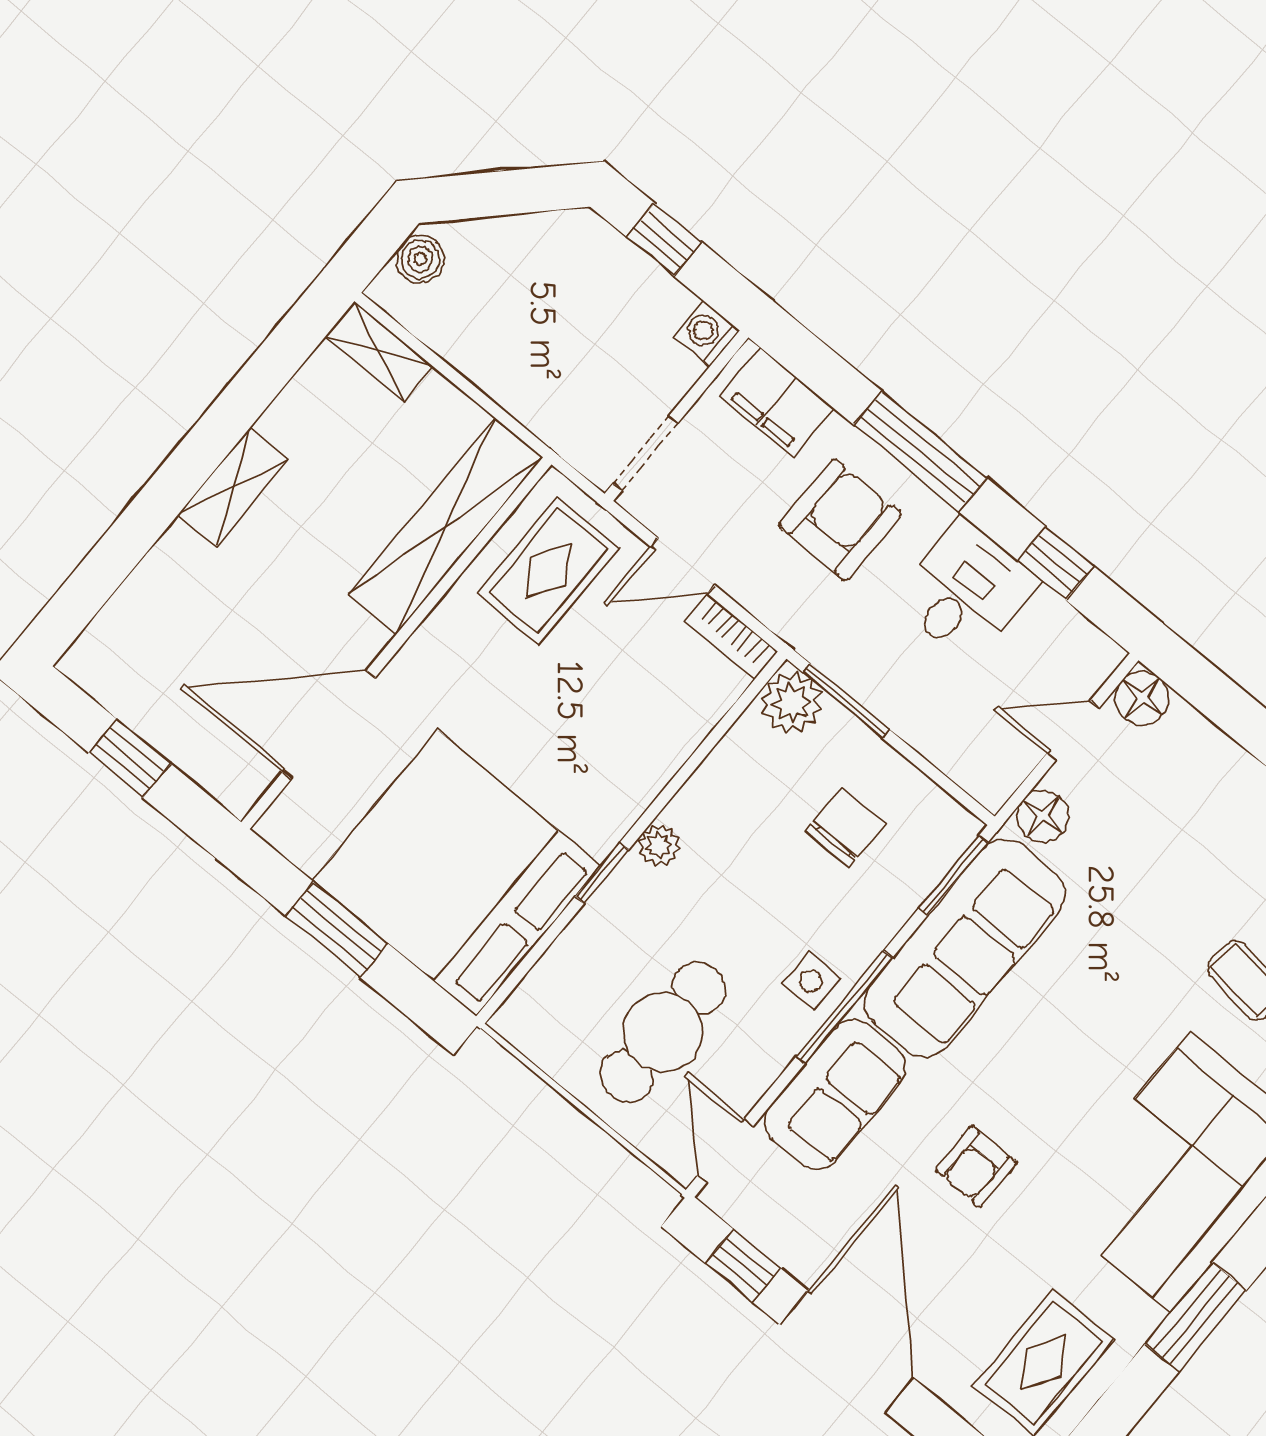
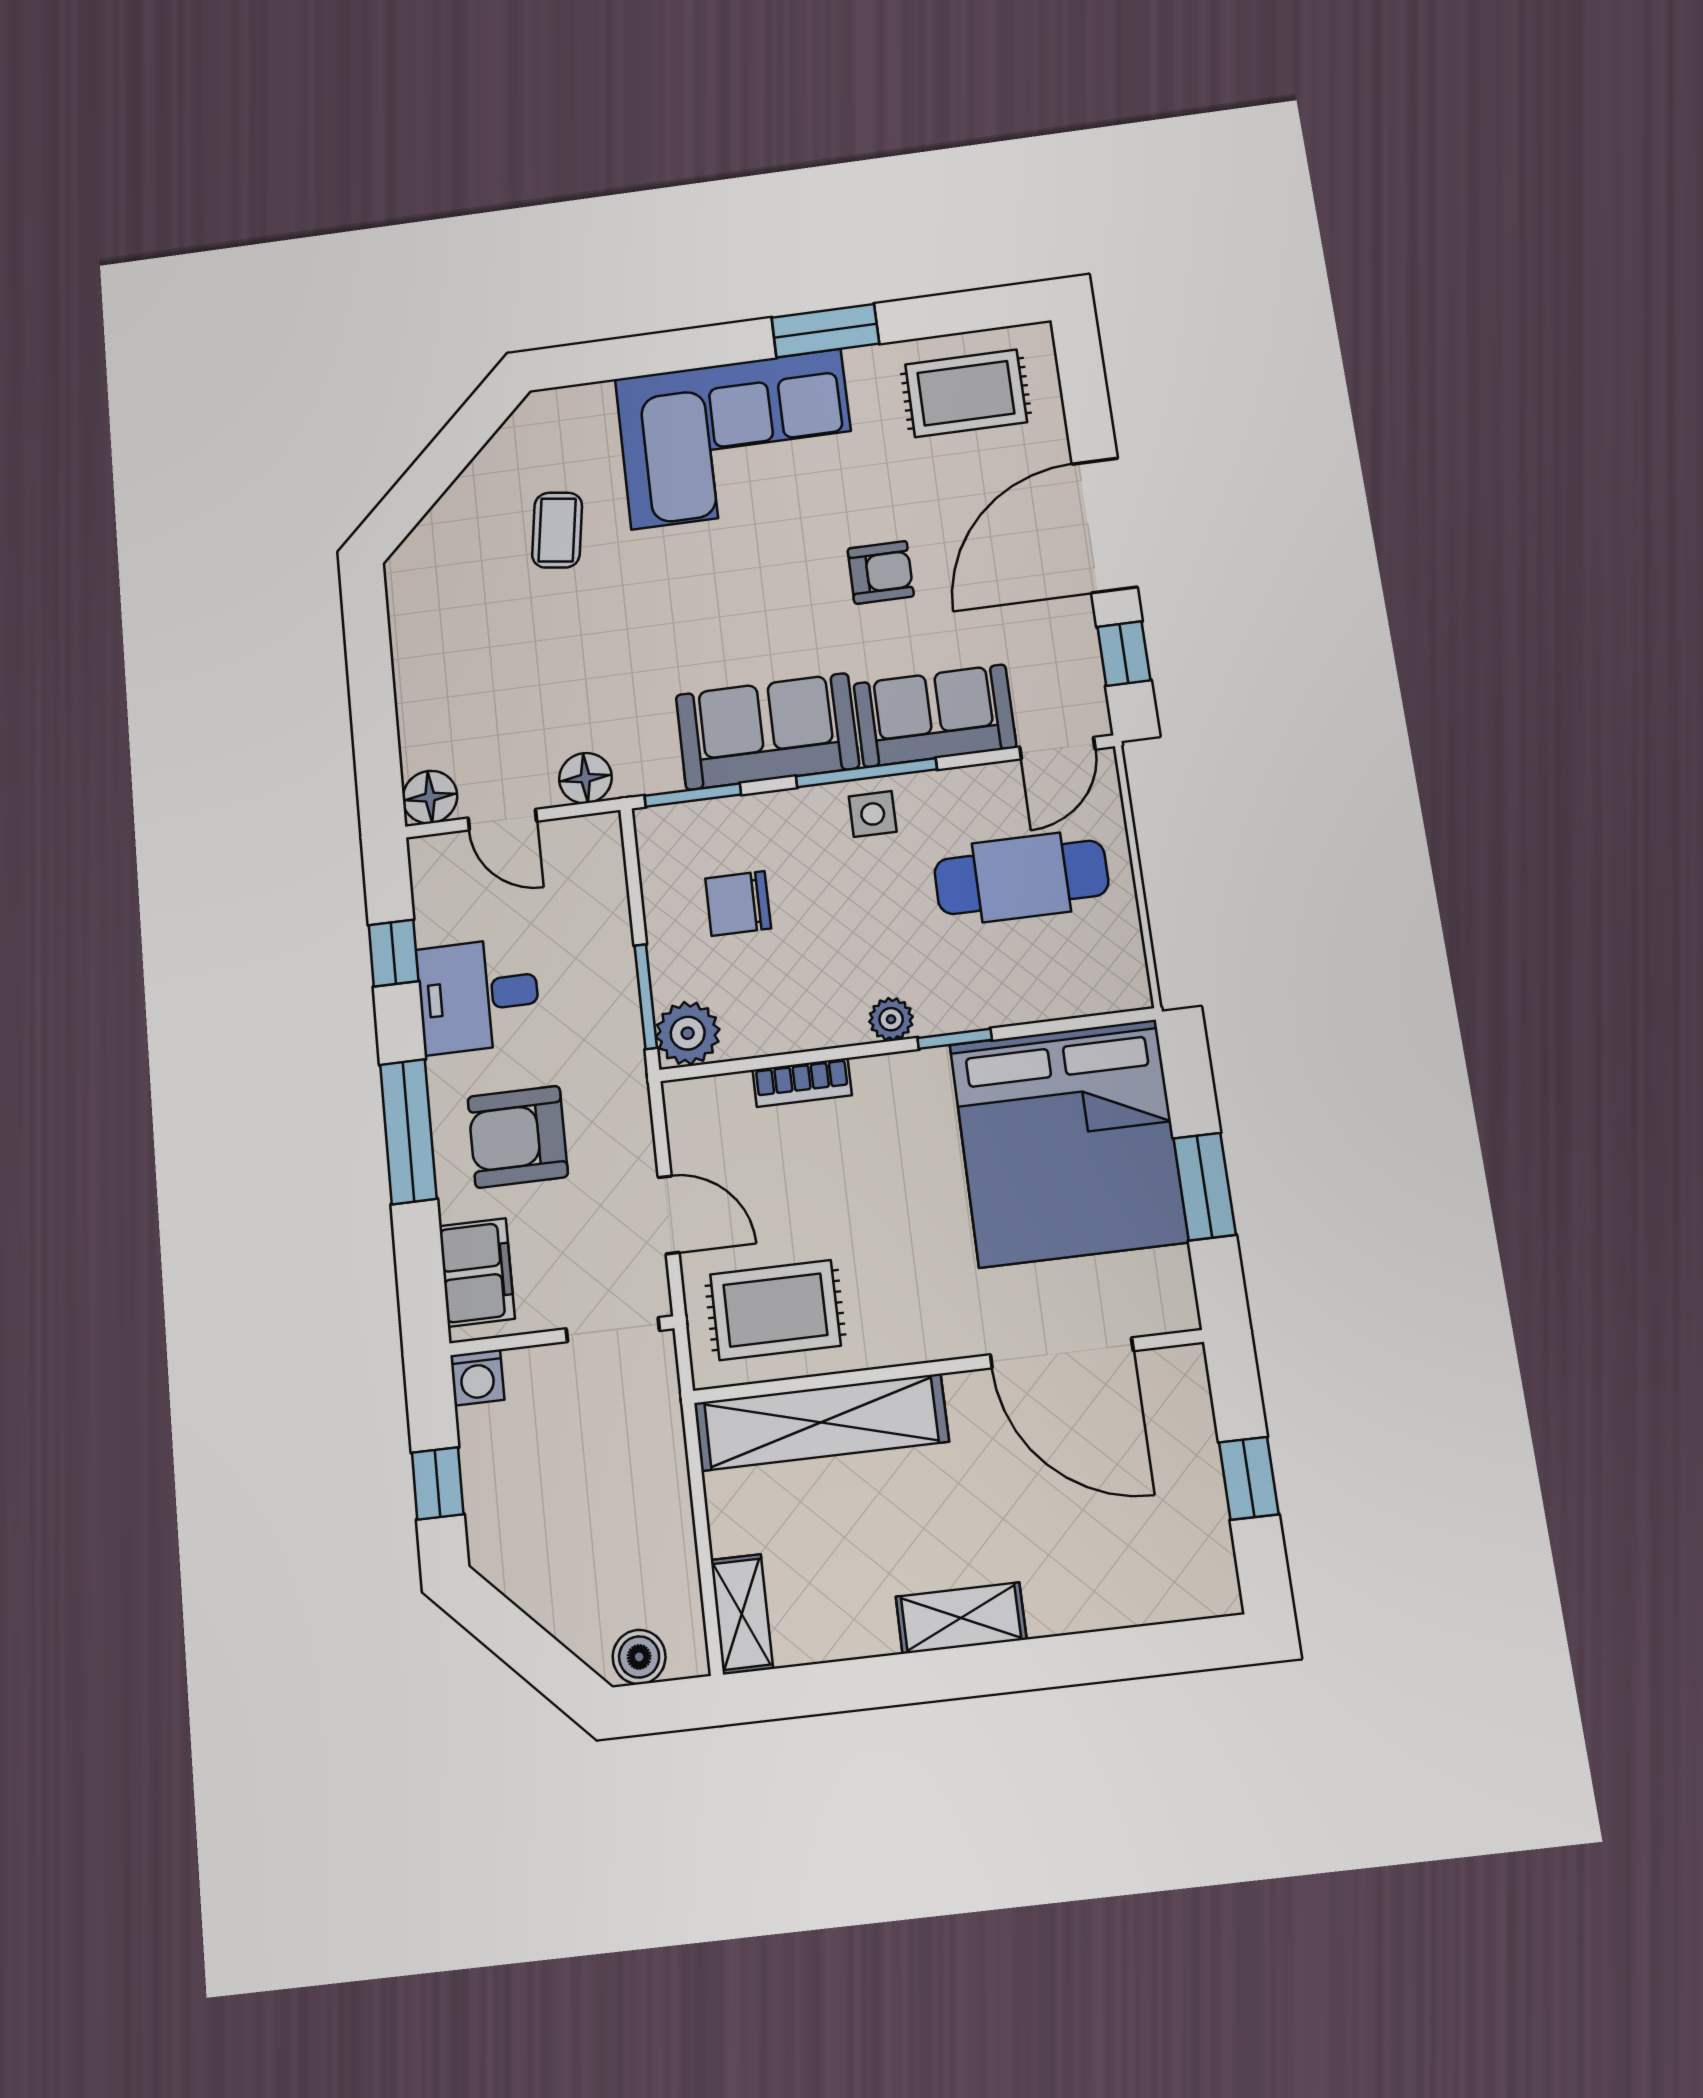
bookcase: (731, 637) -> (802, 1082), moved, turned 90
sofa: (964, 948) -> (767, 731), width x0.73

